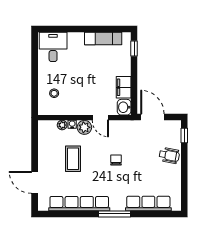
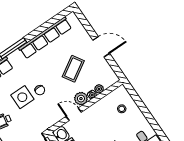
coffee table: (73, 159) -> (73, 69), turned 58
side table: (136, 164) -> (22, 97), added
door: (35, 182) -> (101, 47), moved

